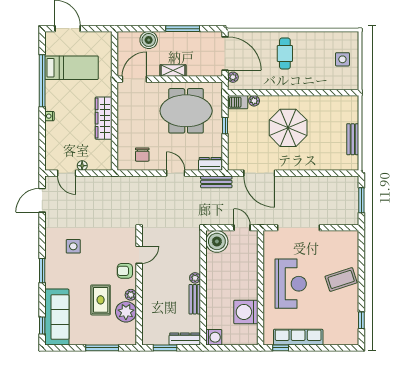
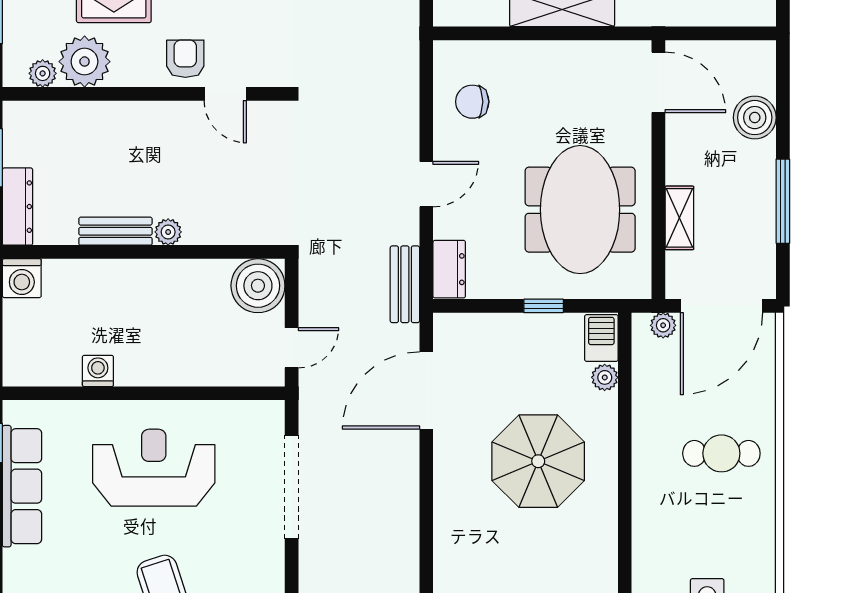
shelving: (173, 71) -> (679, 218), moved
reception desk: (291, 284) -> (154, 468), turned 180
plant: (131, 295) -> (43, 73), moved
washing machine: (246, 312) -> (98, 371), width x0.53, depth x0.53

